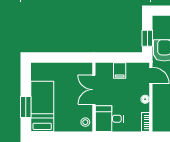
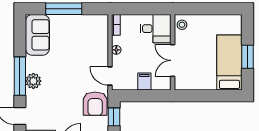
double door: (94, 90) -> (173, 60), swing flipped
bed: (42, 106) -> (229, 62), moved, turned 180
window: (26, 107) -> (247, 57), moved

